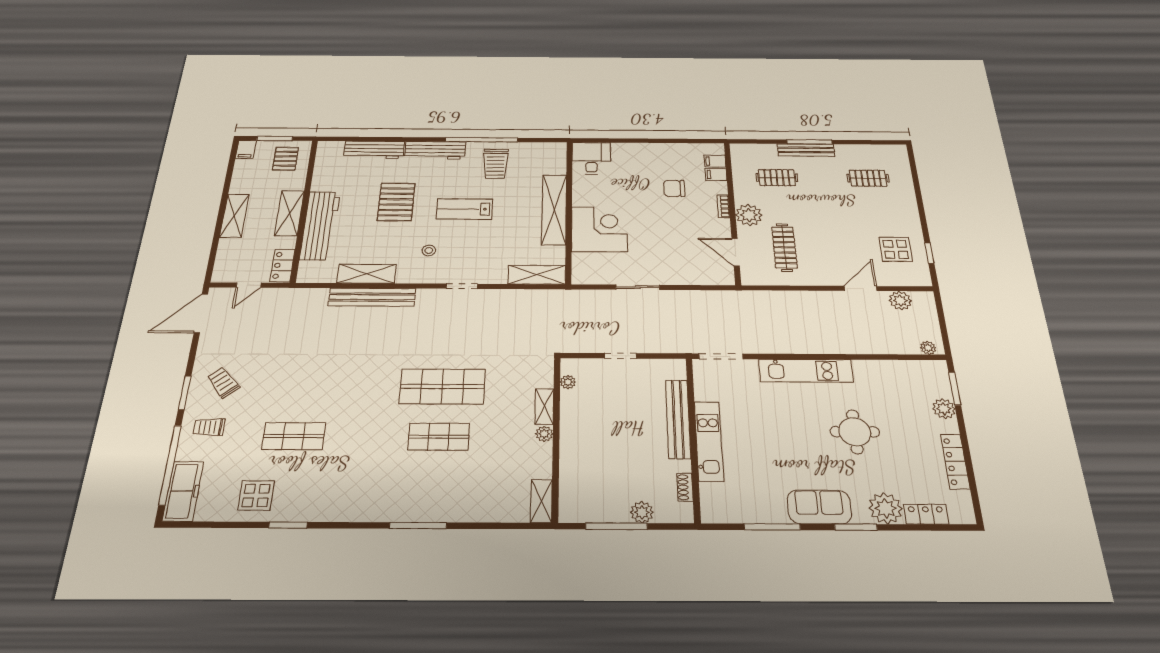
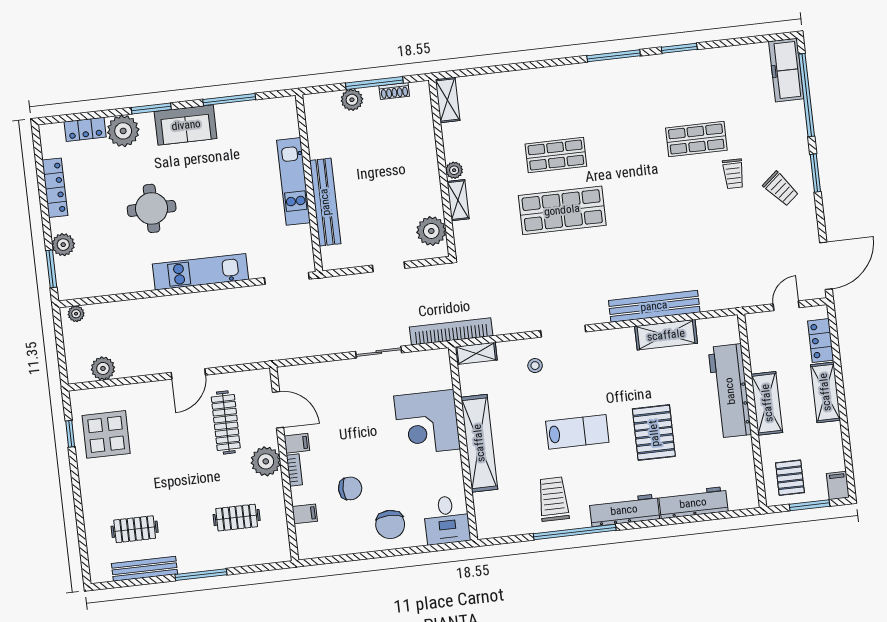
bench: (806, 150) -> (144, 569), moved
chair: (641, 160) -> (390, 524), added
filing cabinet: (715, 161) -> (297, 443), moved
display table: (896, 249) -> (106, 434), width x1.36, depth x1.36
stool: (429, 250) -> (535, 366), moved
locker: (282, 265) -> (821, 341), moved, turned 180
shelving: (537, 275) -> (476, 353), width x0.67, depth x0.75
doorway: (462, 286) -> (563, 331), width x1.38
door: (861, 288) -> (188, 374), moved
bookcase: (567, 297) -> (451, 331), added
plant: (568, 382) -> (431, 231), width x1.87, depth x1.87
trolley: (209, 427) -> (733, 174), moved, turned 90
shoe rack: (685, 487) -> (394, 91), moved, turned 90
display table: (256, 496) -> (716, 74), removed
window: (418, 526) -> (614, 56), moved

